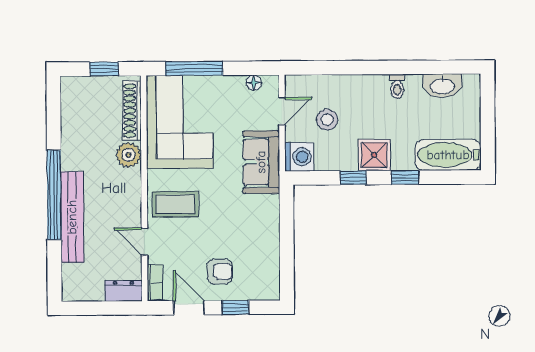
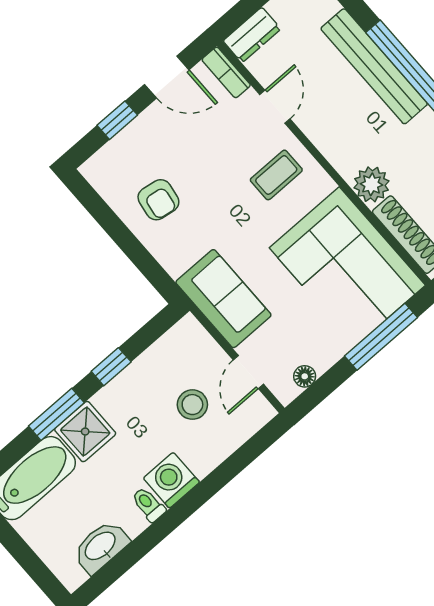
shower: (374, 155) -> (85, 432), moved
washing machine: (299, 157) -> (171, 480), moved, turned 90
window: (405, 177) -> (56, 414), width x1.50
coffee table: (175, 204) -> (276, 175), width x0.73, depth x0.77
door: (144, 241) -> (275, 107), hinge flipped
armchair: (220, 271) -> (158, 200), moved, turned -81

